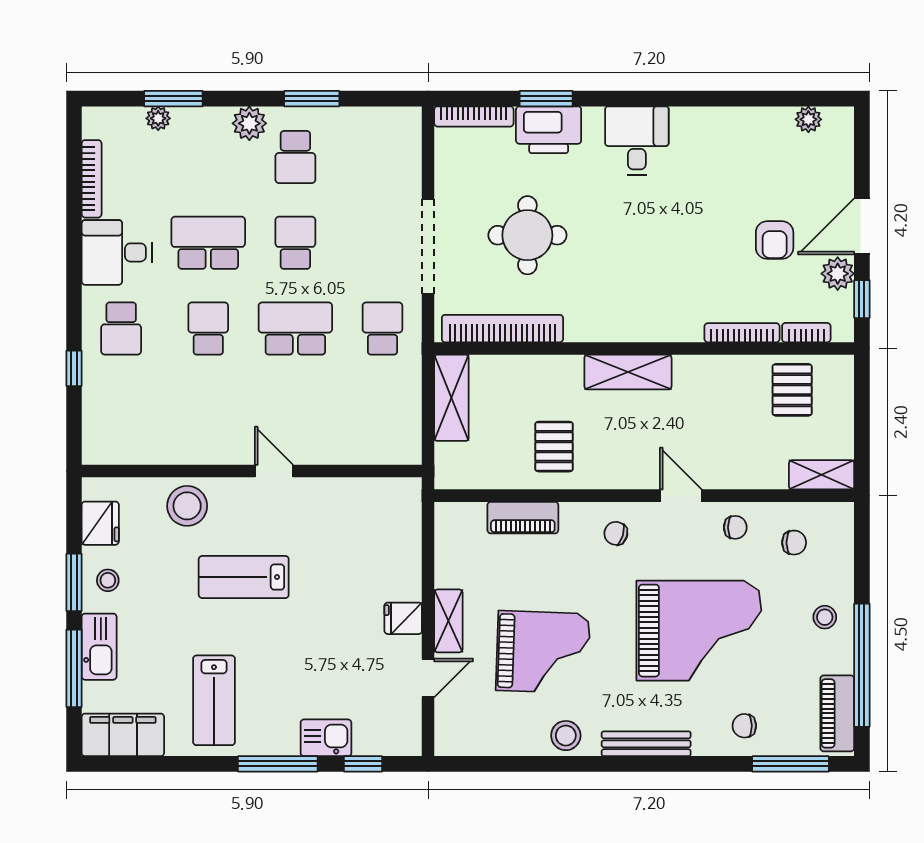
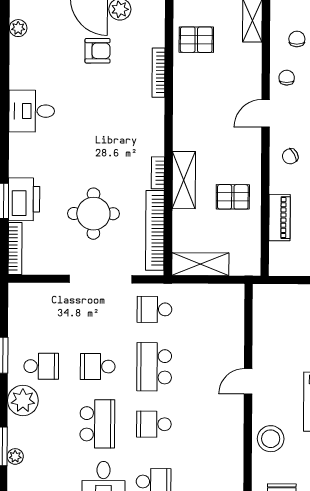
plant: (249, 123) -> (23, 400), width x1.36, depth x1.36
desk: (637, 141) -> (32, 111), moved
school desk: (208, 243) -> (97, 424), turned 180
bookcase: (806, 333) -> (158, 173), moved
shelving: (628, 372) -> (184, 180), moved
chair: (616, 533) -> (290, 156), turned 44

